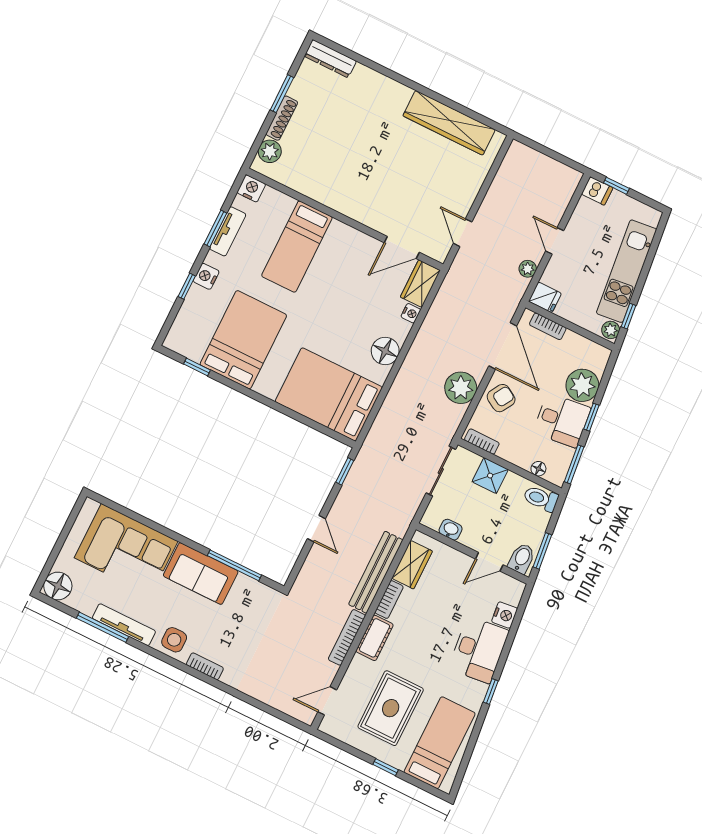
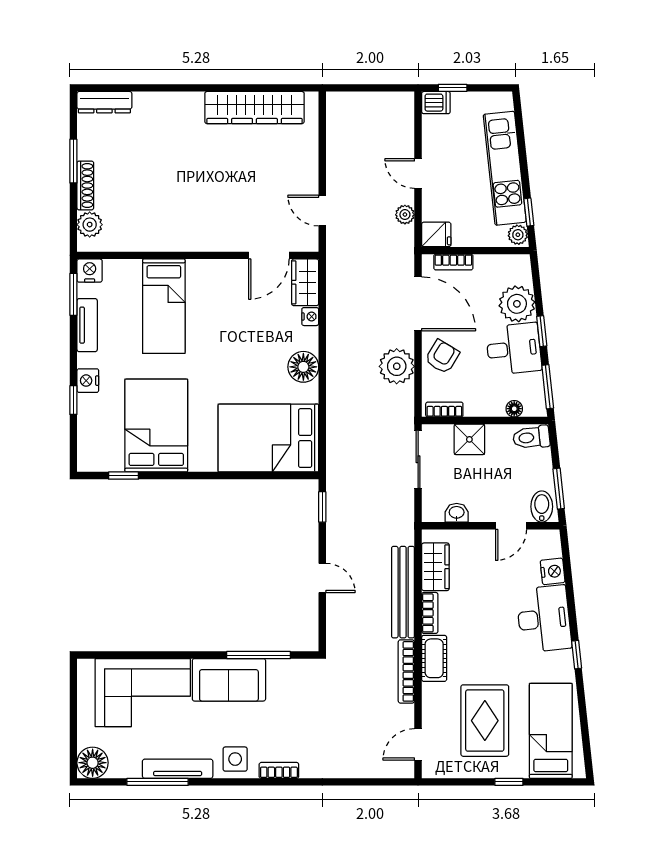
window: (215, 228) -> (73, 294), moved

